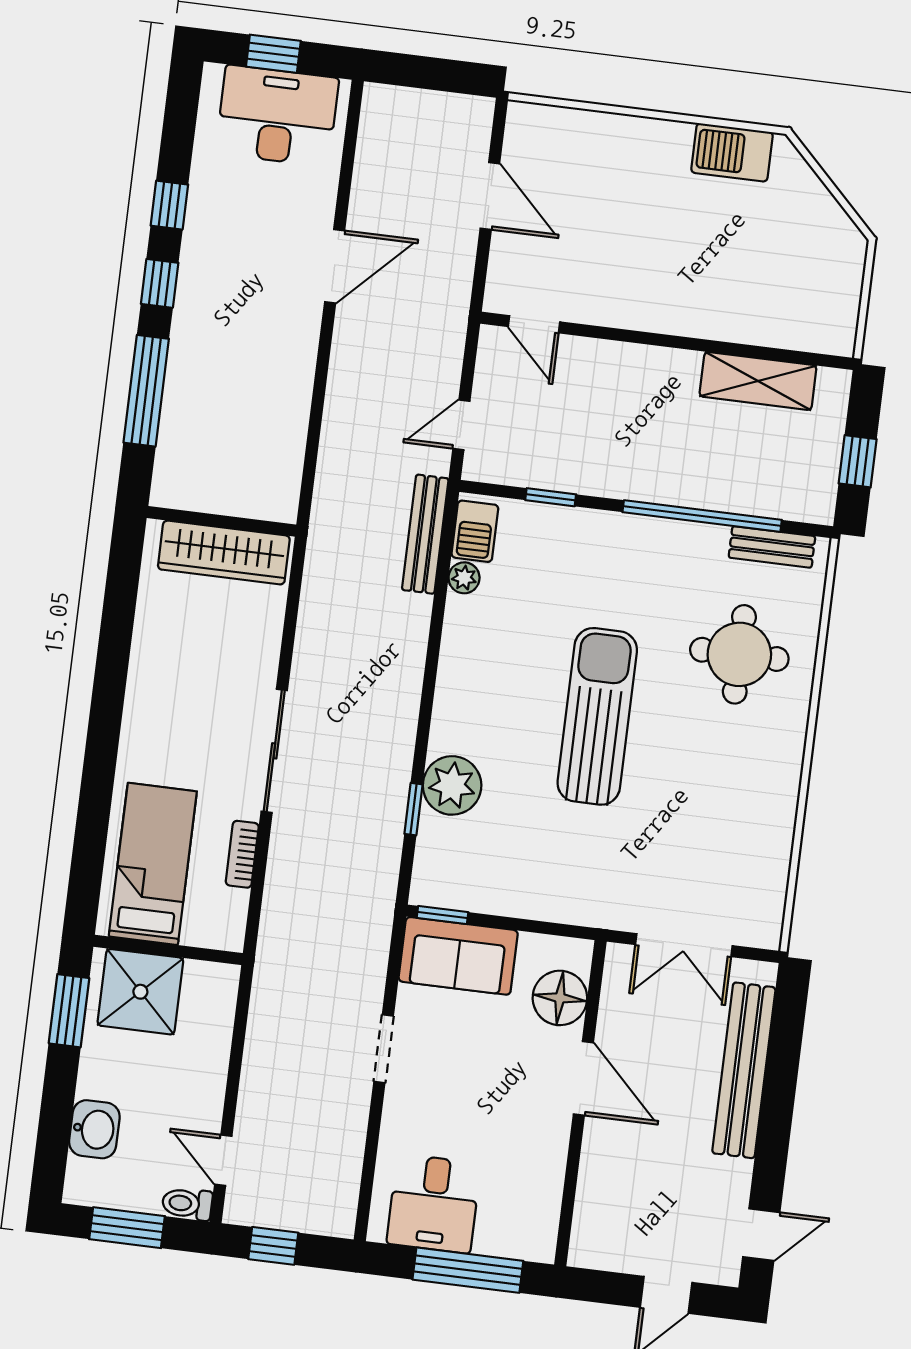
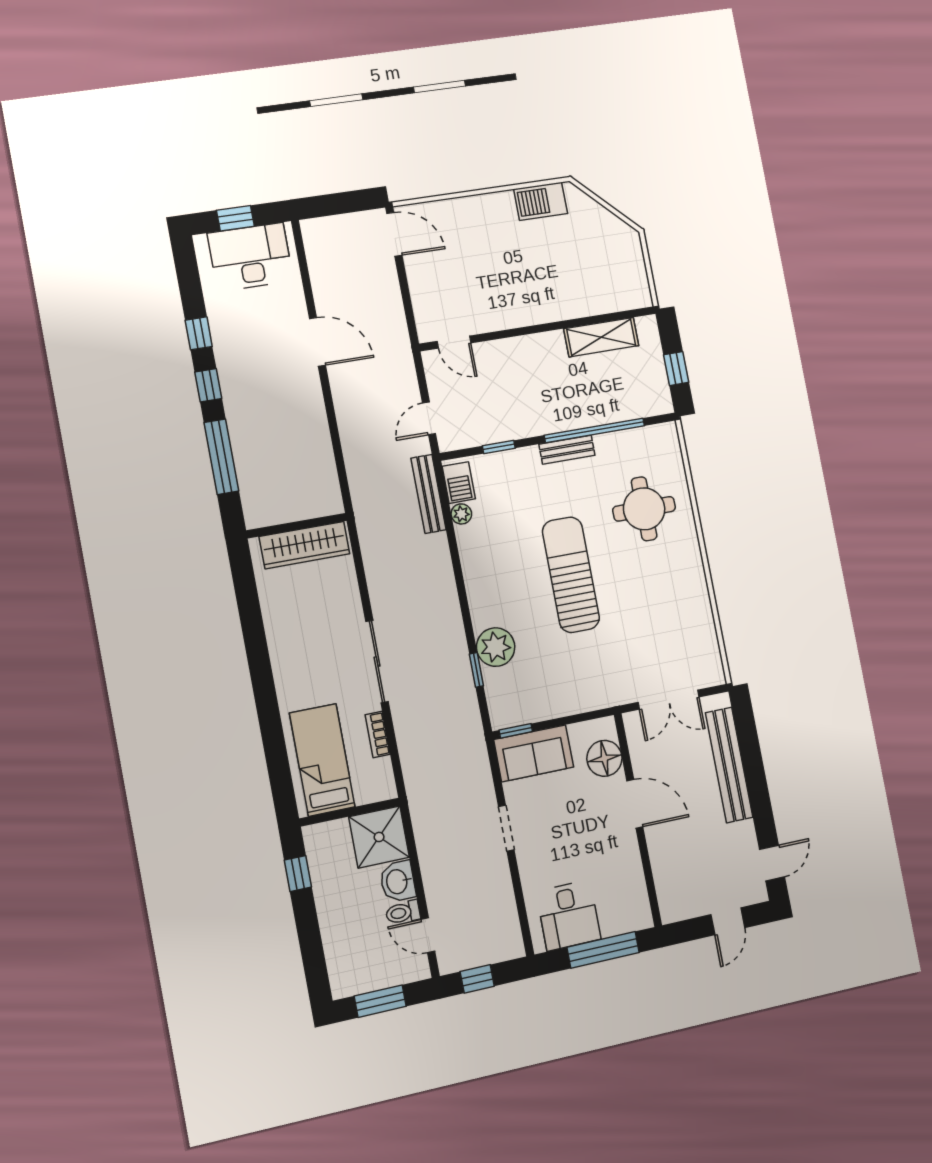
door: (490, 196) -> (394, 234), moved
door: (335, 266) -> (317, 342), hinge flipped
bench: (772, 547) -> (567, 450), moved
shower: (140, 992) -> (379, 837), moved
window: (69, 1011) -> (298, 874), width x0.67
washbasin: (94, 1129) -> (398, 881), moved, turned 180
toilet: (187, 1204) -> (403, 912), moved

